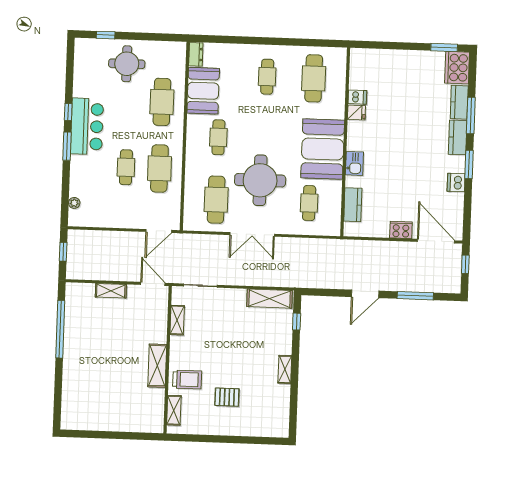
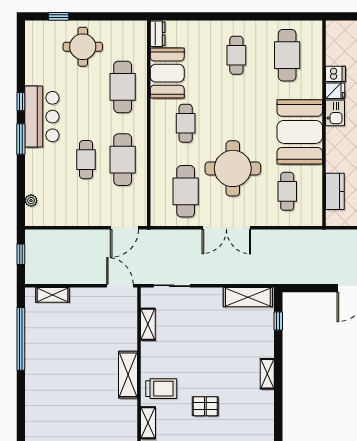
kitchen sink: (354, 163) -> (335, 113), moved
shelving: (111, 291) -> (52, 295), moved

